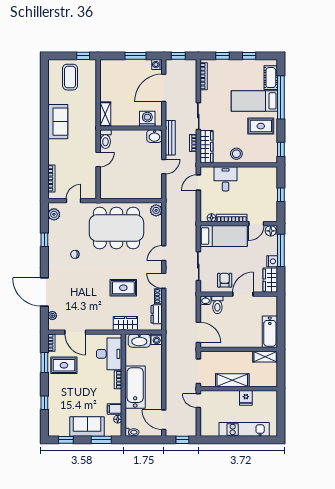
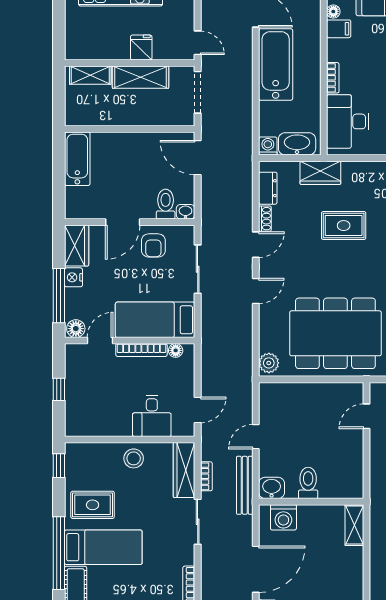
toilet: (105, 139) -> (308, 483), moved
door: (98, 159) -> (366, 416), moved
door: (164, 281) -> (256, 245), hinge flipped
rug: (123, 288) -> (344, 226), moved
shelving: (265, 357) -> (90, 75), moved
bathtub: (135, 387) -> (276, 64), moved, turned 180
fridge: (246, 398) -> (141, 48), moved

